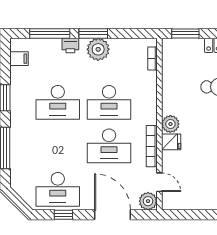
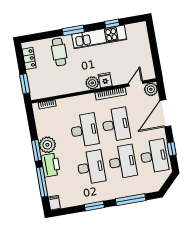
printer: (70, 46) -> (51, 165), width x1.87, depth x1.48
filing cabinet: (19, 59) -> (54, 203), moved
desk: (58, 146) -> (122, 162), added

